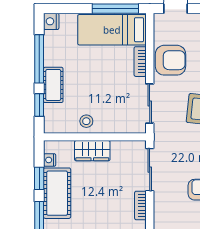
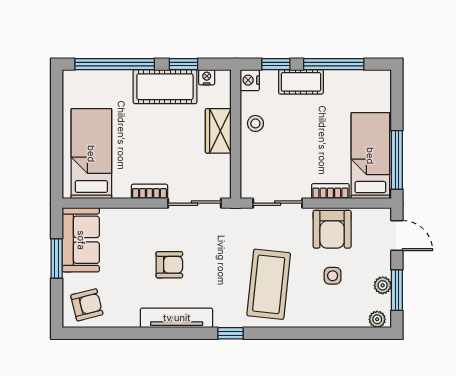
nightstand: (51, 21) -> (250, 80), moved, turned -90

